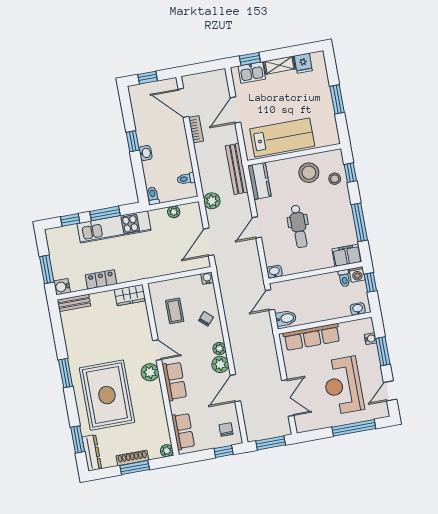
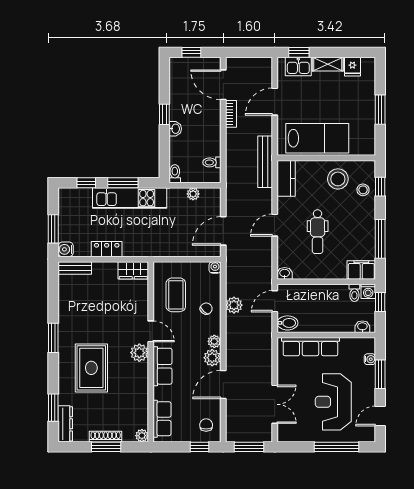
plant: (212, 201) -> (234, 305), moved
coffee table: (175, 311) -> (176, 295), width x1.36, depth x1.30
rug: (107, 395) -> (91, 368), width x0.73, depth x0.69

